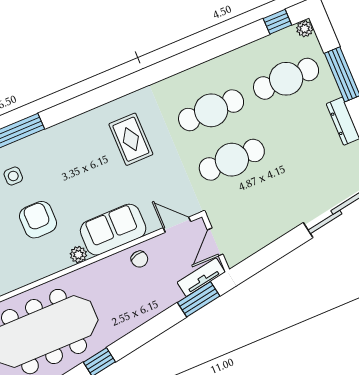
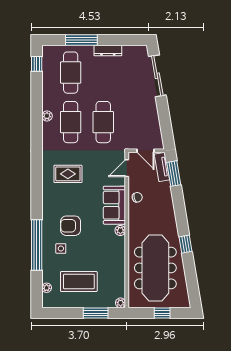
plant: (305, 29) -> (47, 116), moved
armchair: (38, 220) -> (71, 226), moved

